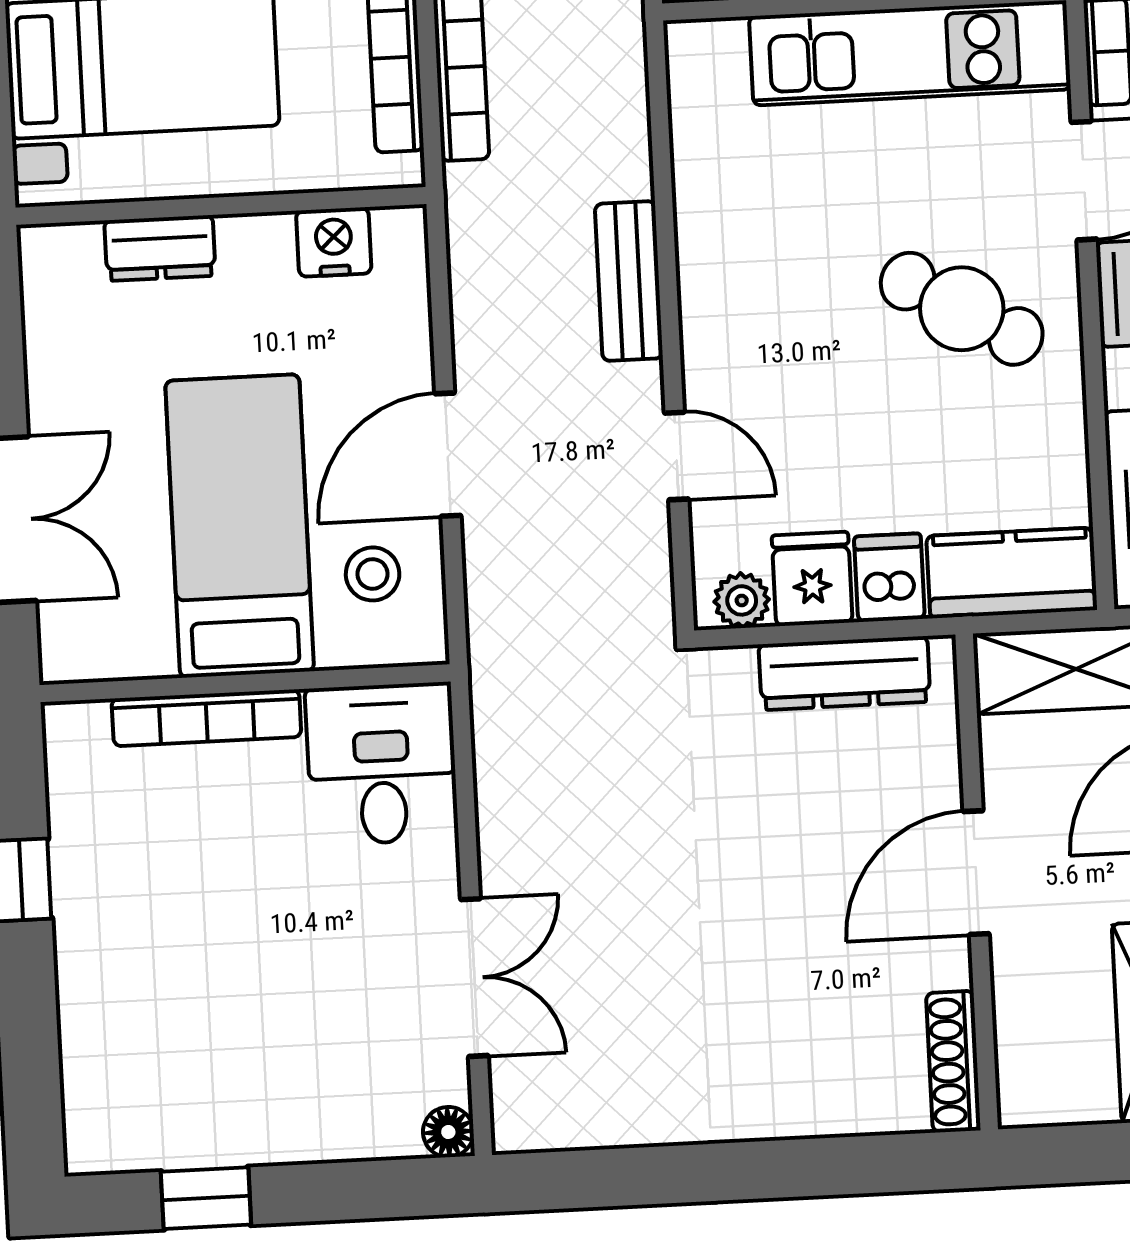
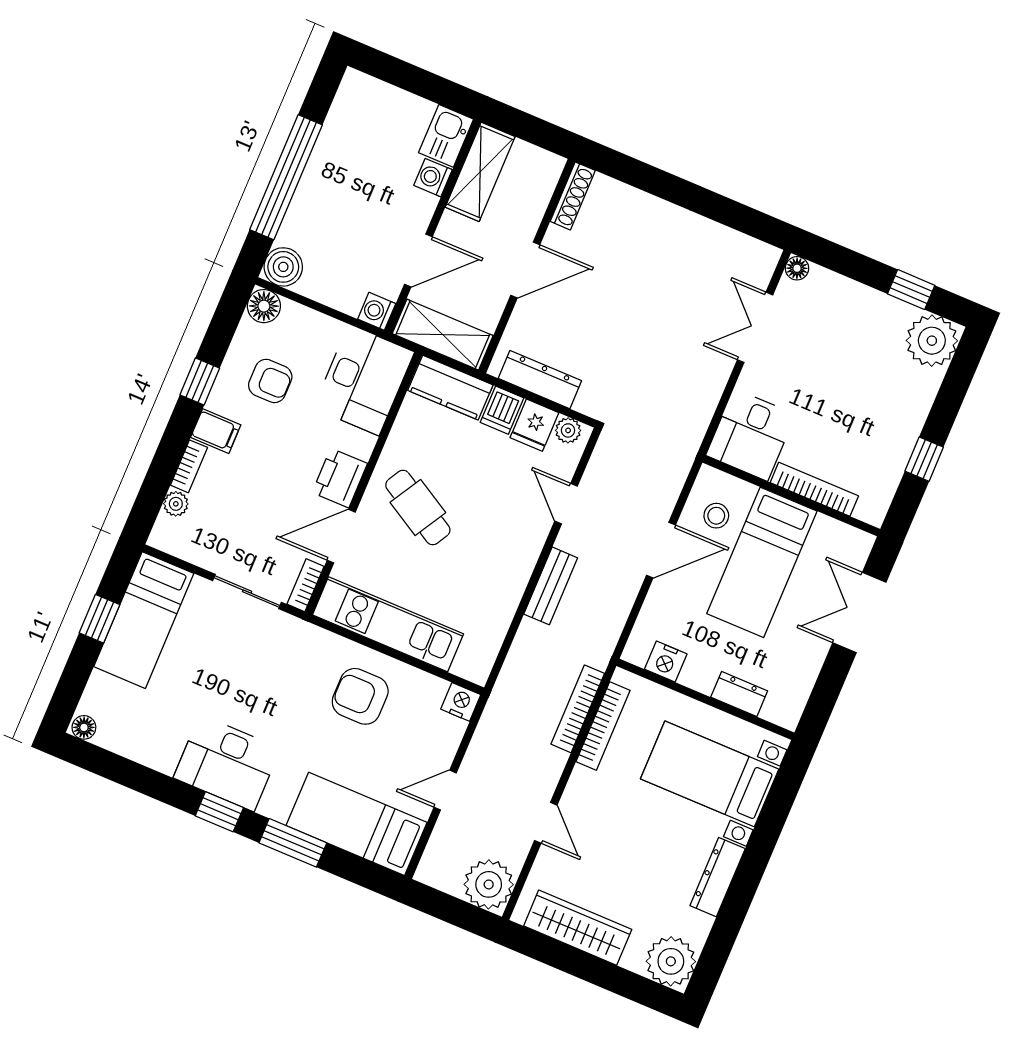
plant: (117, 1118) -> (932, 341), added

